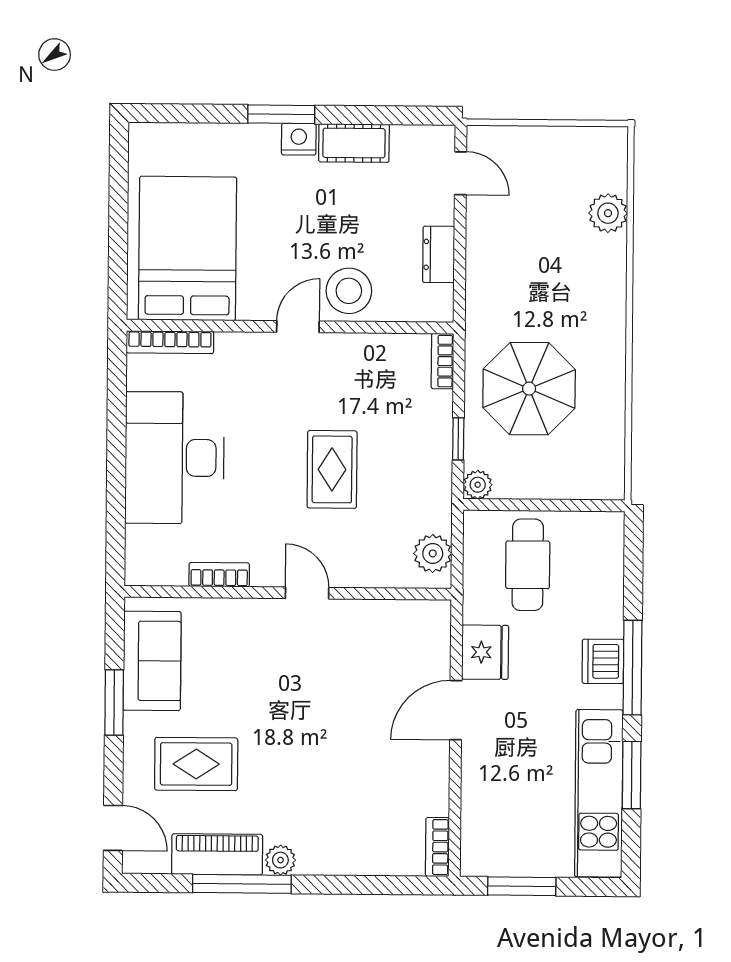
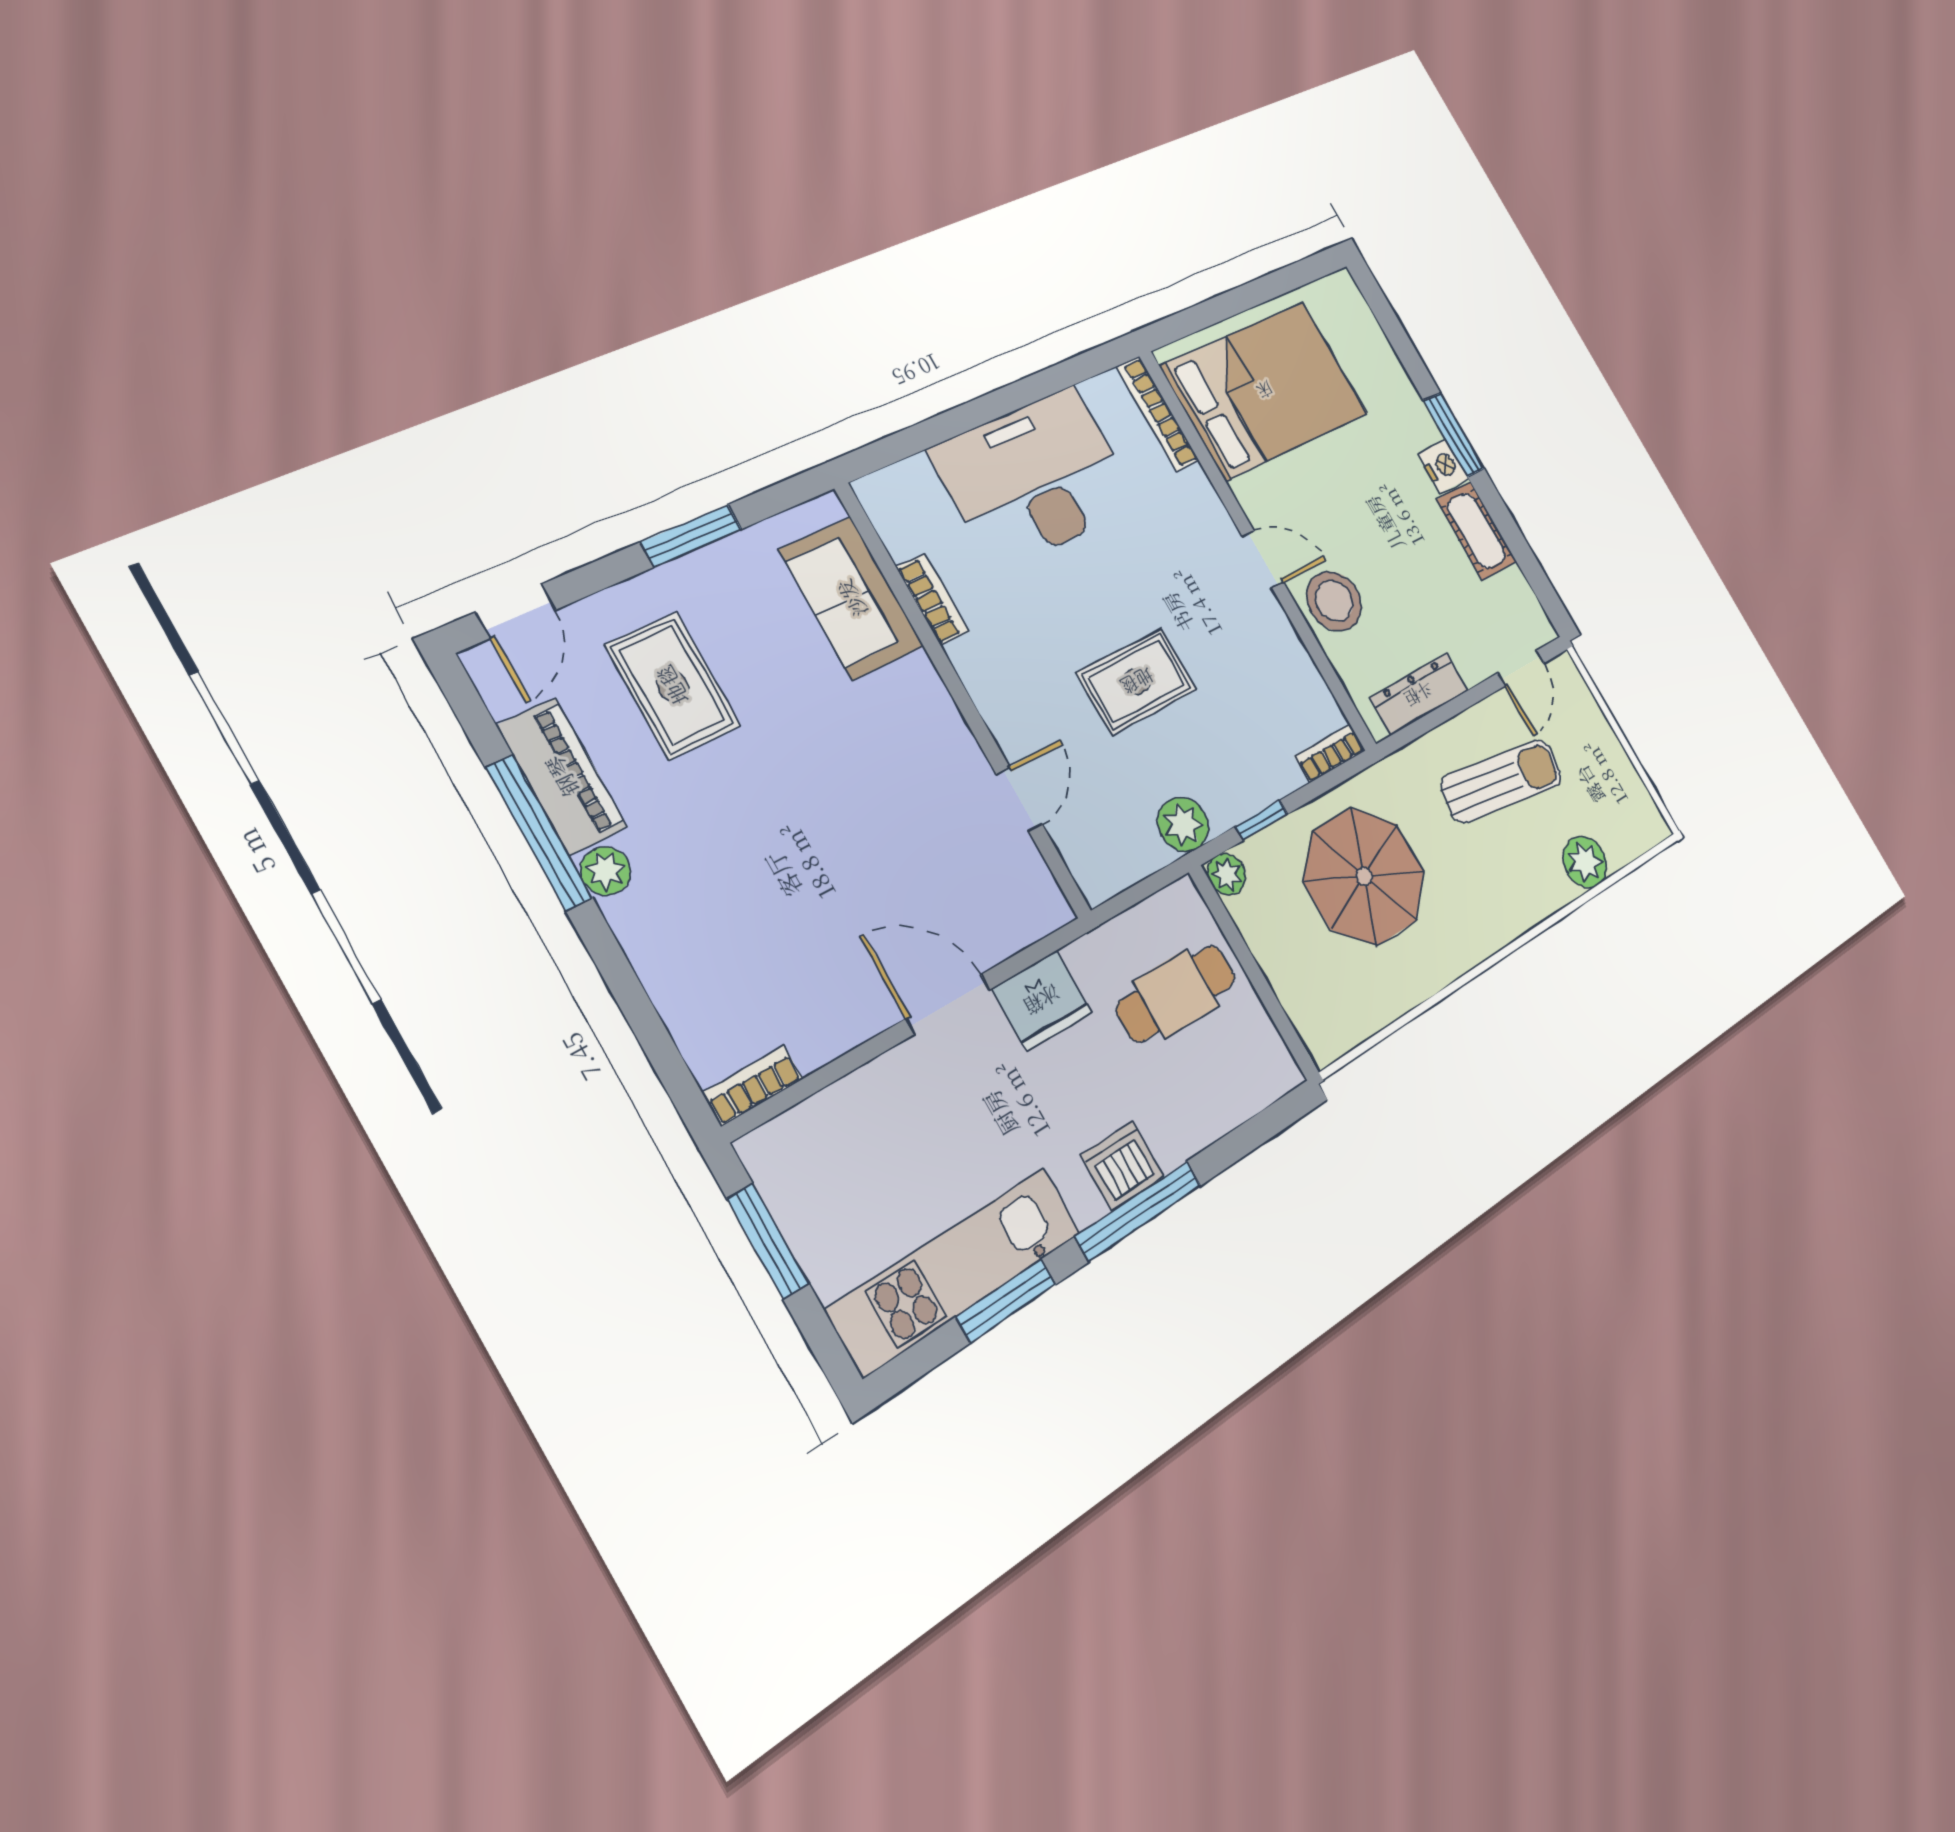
sun lounger: (524, 242) -> (1502, 781), added
dresser: (439, 254) -> (1419, 694), width x1.44
plant: (433, 553) -> (1183, 825), moved
door: (307, 593) -> (1019, 799), moved
sofa: (152, 661) -> (852, 598), moved, turned 90

